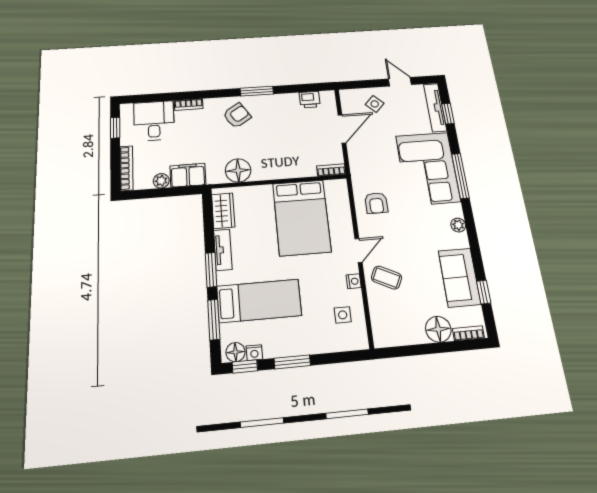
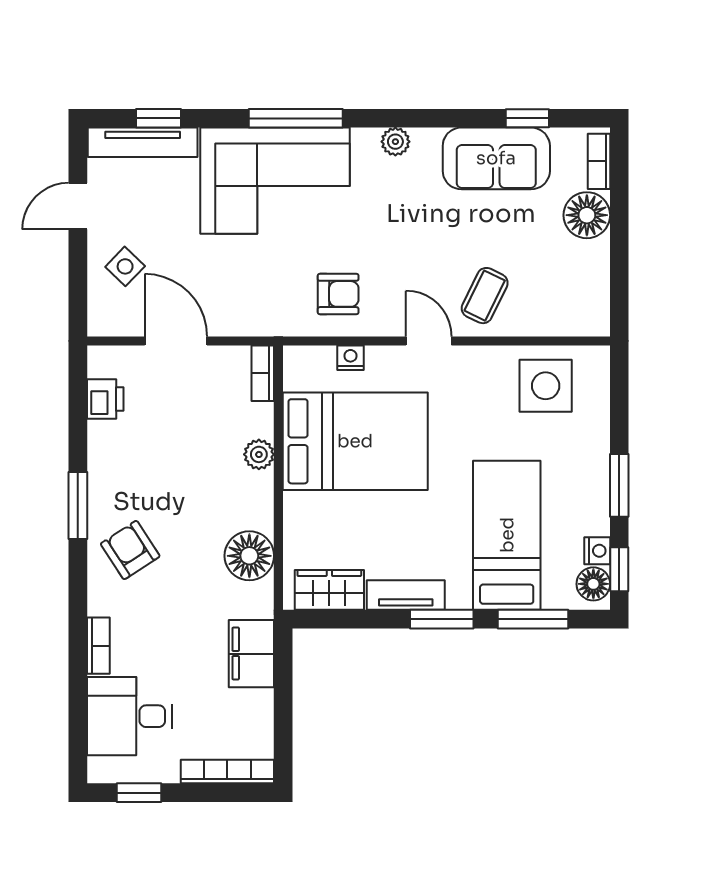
plant: (161, 181) -> (259, 454), moved
nightstand: (354, 281) -> (350, 358), moved
side table: (343, 315) -> (546, 386), width x1.87, depth x1.87

